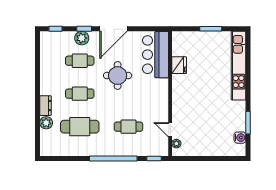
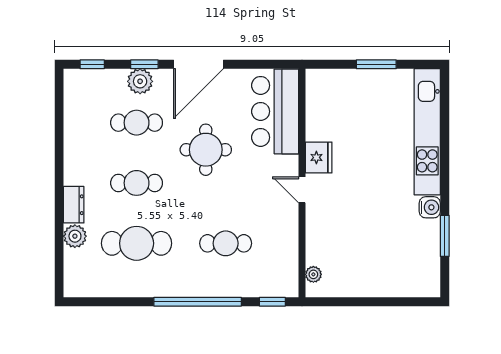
fridge: (179, 65) -> (319, 157), moved
door: (170, 130) -> (302, 190), moved
water cooler: (240, 138) -> (430, 207), moved

